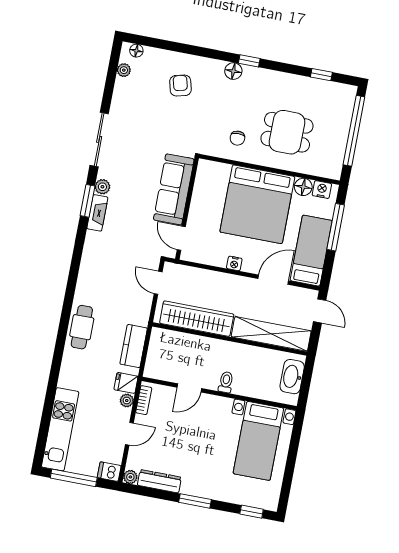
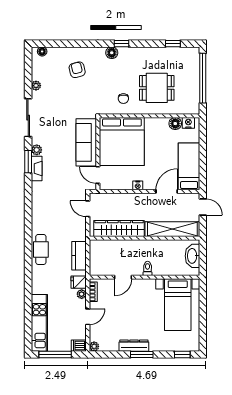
plant: (124, 70) -> (36, 86), moved
bed: (257, 204) -> (122, 142), moved
window: (336, 227) -> (203, 147), removed
dresser: (159, 481) -> (134, 346), moved

